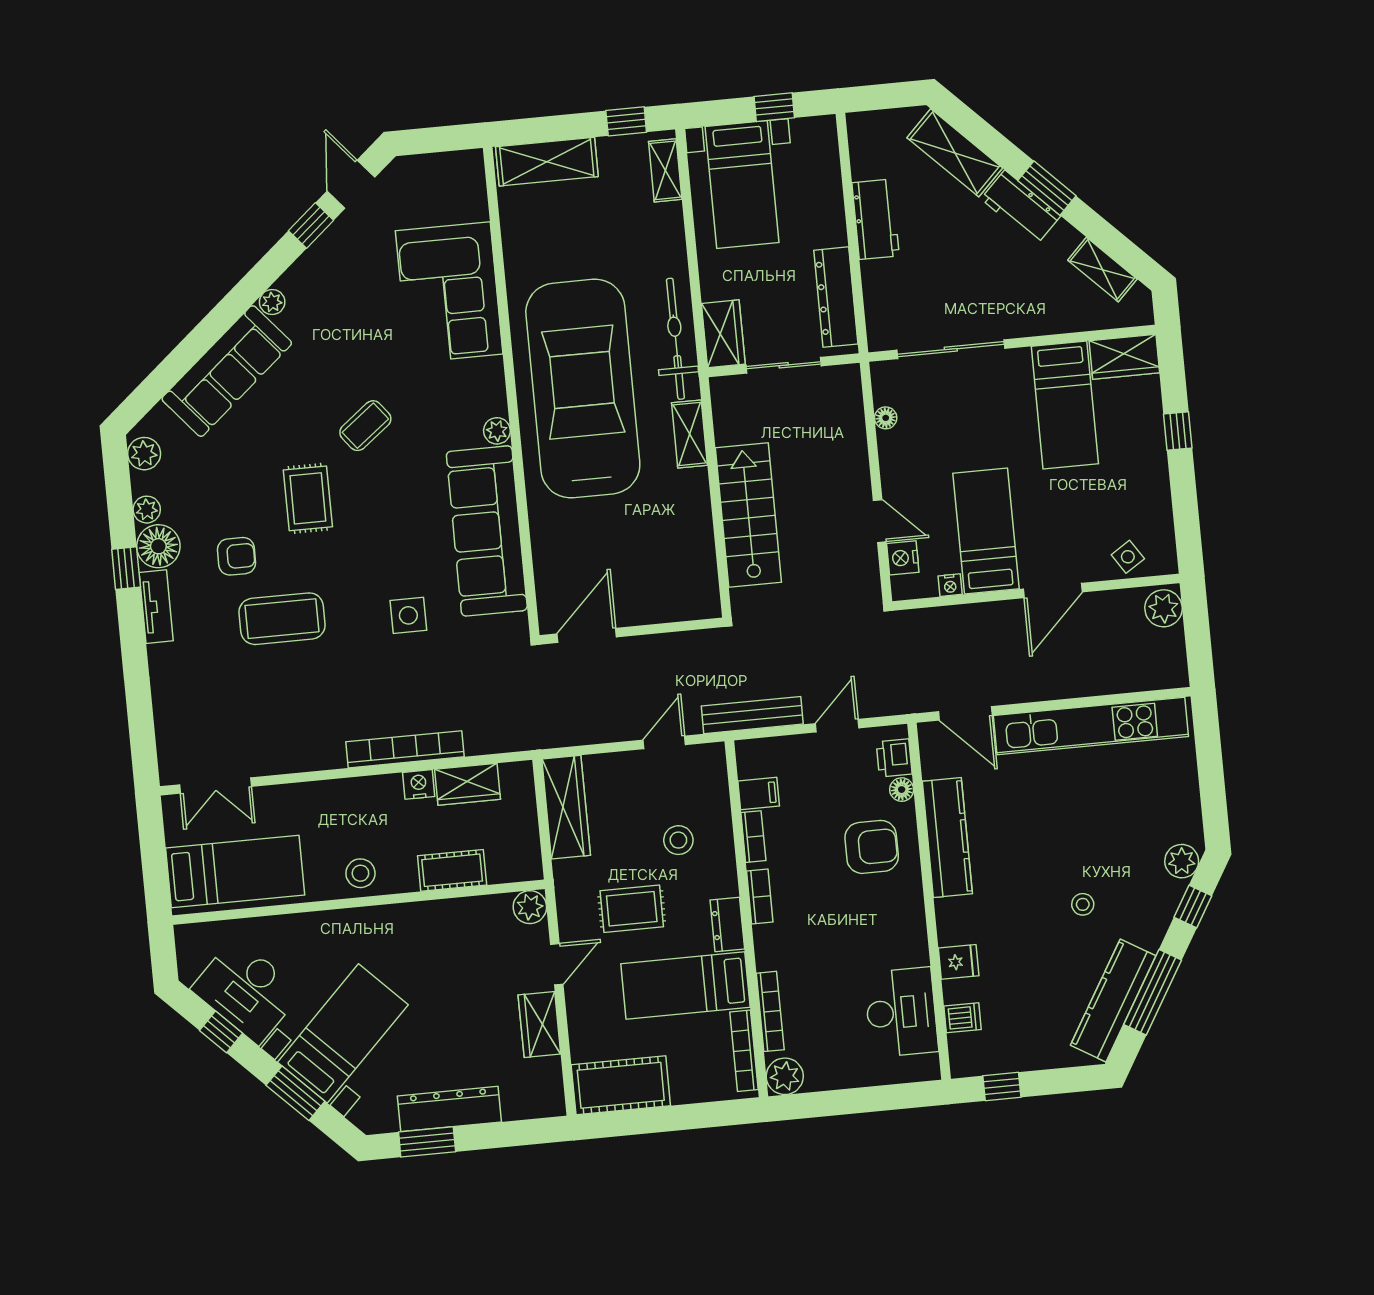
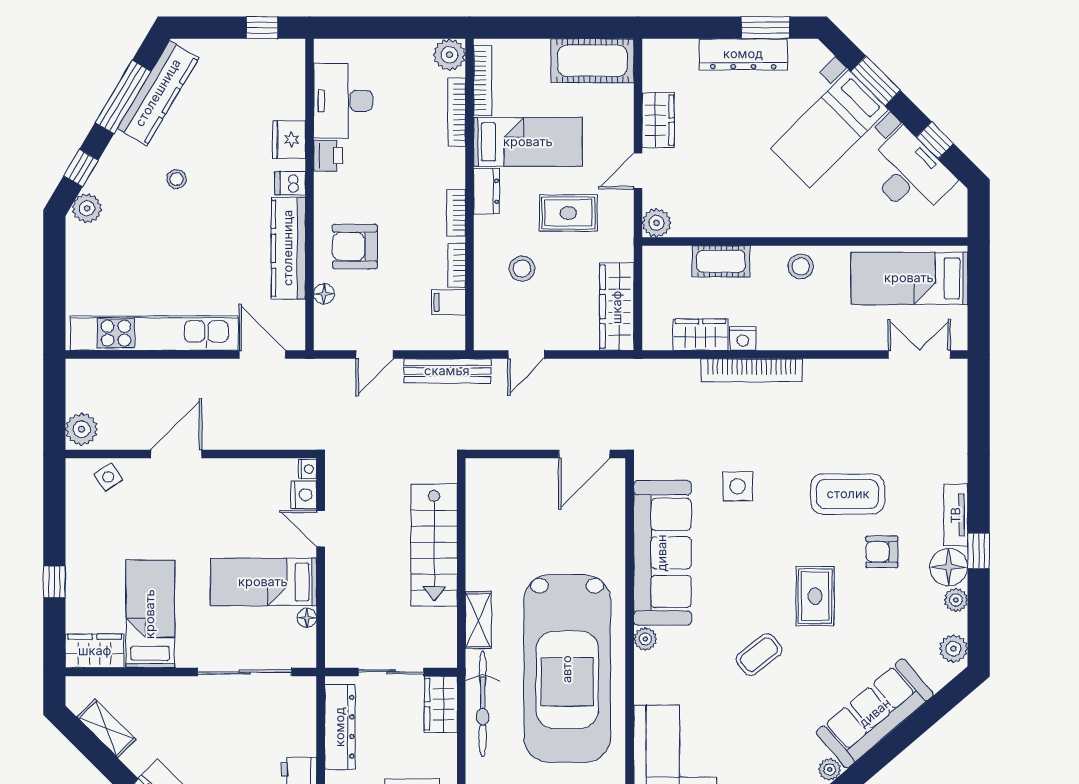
bed: (986, 531) -> (263, 582), moved, turned 90
nightstand: (950, 585) -> (307, 469), moved, turned 90
printer: (894, 758) -> (328, 156), moved
fridge: (959, 962) -> (289, 139), width x1.38
dishwasher: (963, 1018) -> (290, 183), moved

